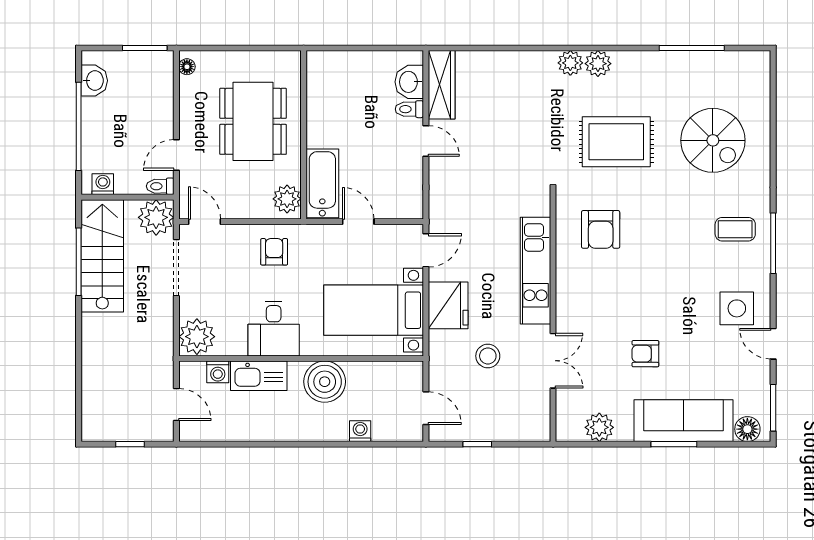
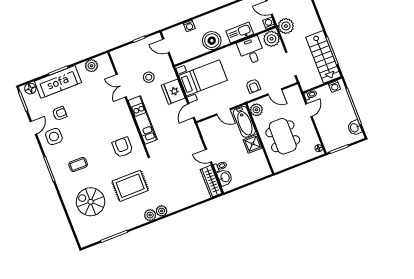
shower: (323, 130) -> (253, 144), added
plant: (156, 217) -> (286, 26), moved
door: (205, 222) -> (275, 92), moved
coffee table: (735, 229) -> (78, 164), moved
desk: (274, 329) -> (251, 50), moved
door: (773, 344) -> (33, 128), hinge flipped
armchair: (645, 354) -> (60, 113), moved
washing machine: (218, 372) -> (269, 23), moved

